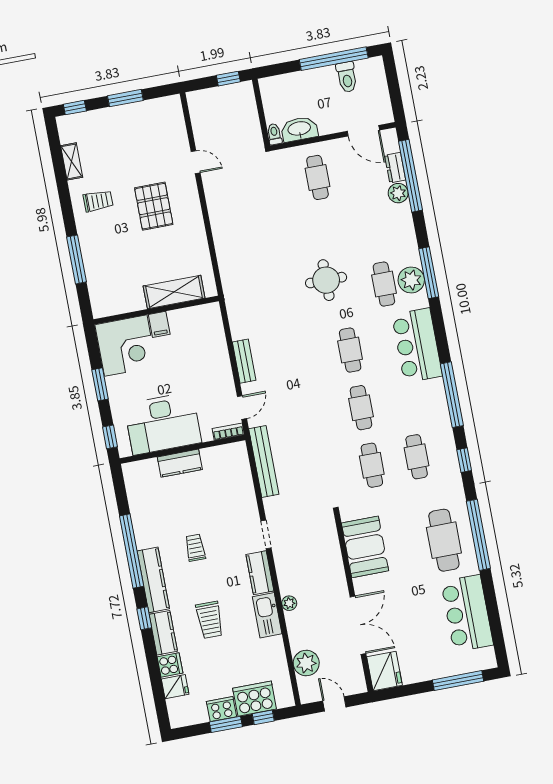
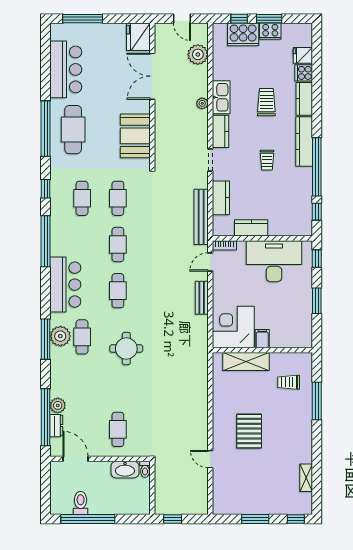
trolley: (98, 201) -> (289, 382), moved
corner desk: (126, 346) -> (233, 327), moved
kitchen counter: (180, 463) -> (251, 228), moved
kitchen counter: (244, 490) -> (221, 198), added
window: (144, 618) -> (317, 212), moved

